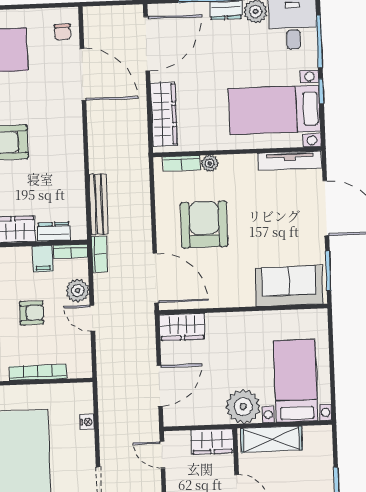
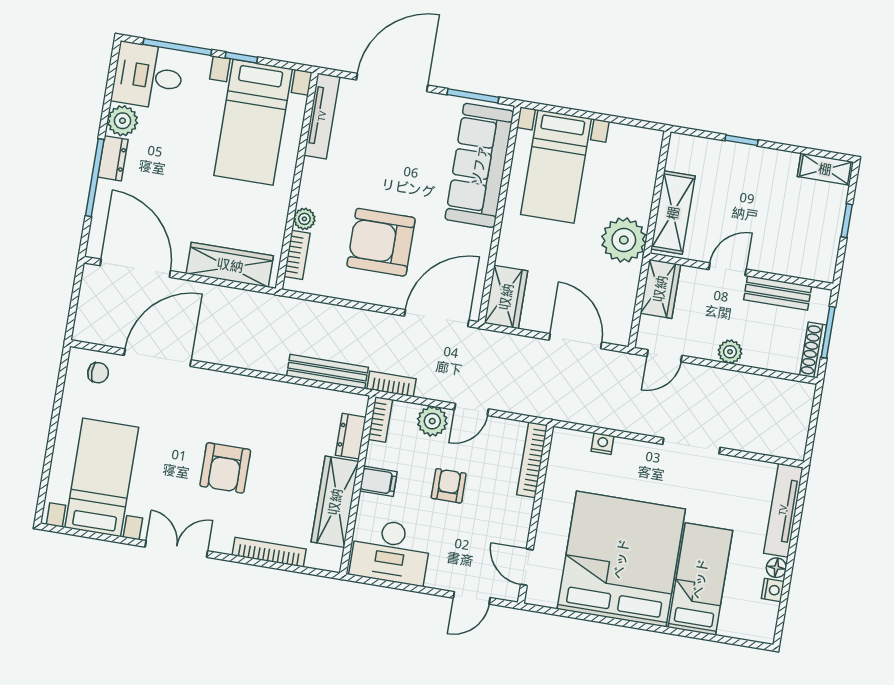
filing cabinet: (43, 259) -> (378, 481), moved
sofa: (289, 286) -> (479, 165), width x1.36
bookcase: (38, 372) -> (532, 460), moved
bed with nightstands: (296, 381) -> (556, 166), moved, turned -90

